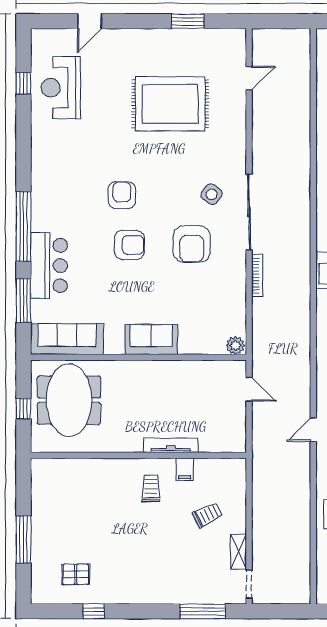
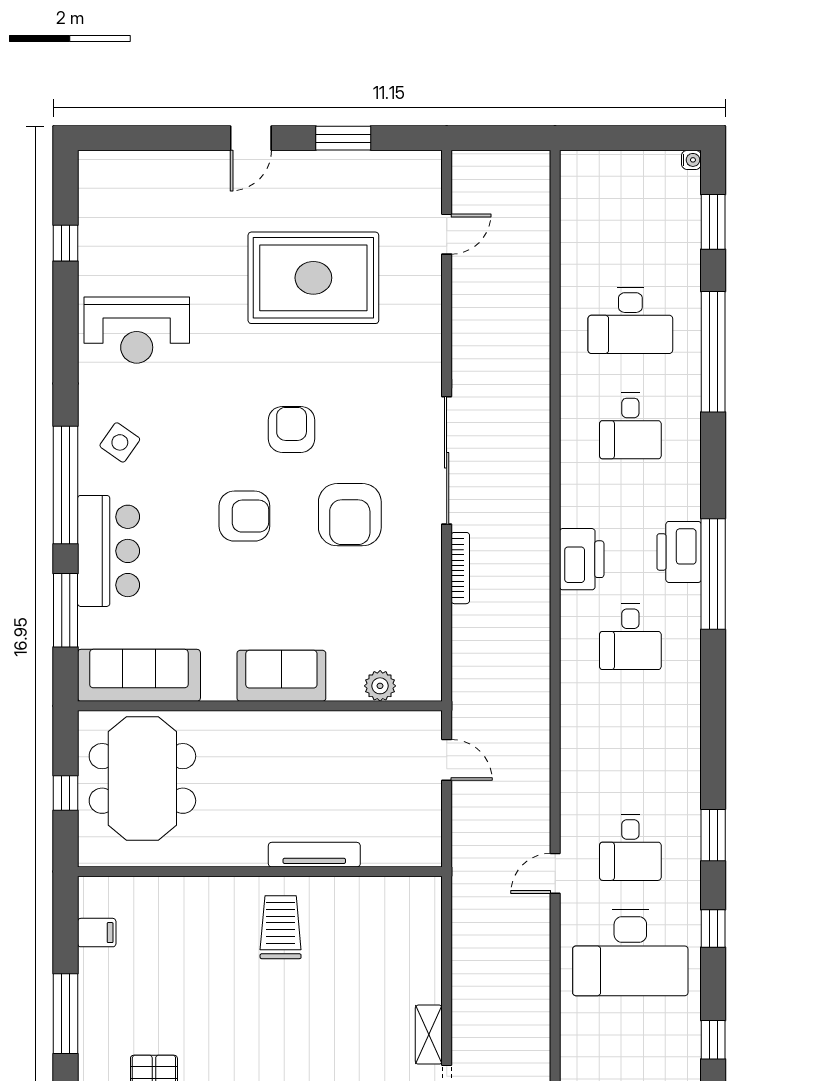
door: (90, 21) -> (251, 138), moved
reception desk: (61, 88) -> (137, 330), moved, turned -90
side table: (212, 194) -> (120, 442), moved
armchair: (122, 195) -> (292, 429), moved
plant: (235, 345) -> (380, 686), moved
door: (313, 430) -> (555, 873), moved
filing cabinet: (185, 469) -> (97, 933), moved, turned -90
trolley: (151, 488) -> (281, 927), width x1.36, depth x1.39
trolley: (208, 515) -> (377, 972), removed

